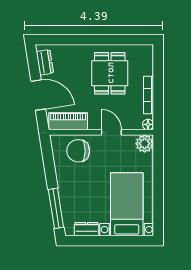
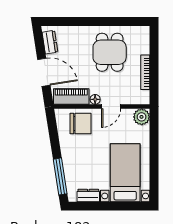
floor lamp: (148, 124) -> (95, 99), moved
door: (111, 132) -> (111, 107), swing flipped
chair: (78, 151) -> (81, 124), turned 180

